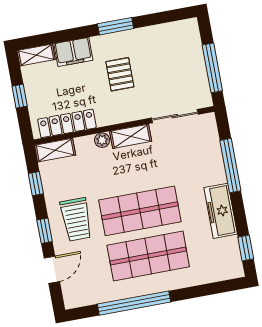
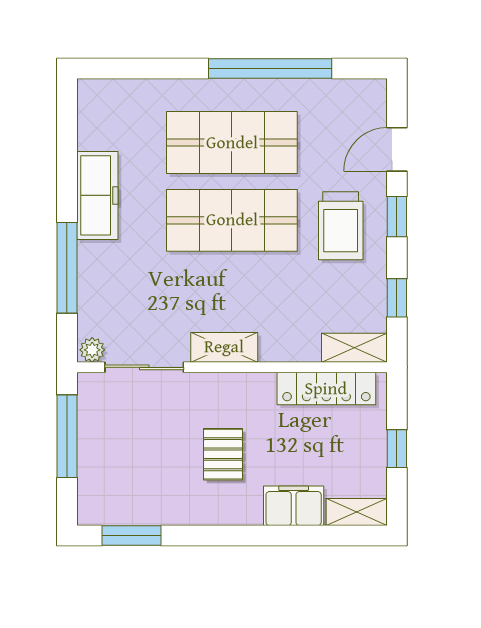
window: (116, 26) -> (131, 536), moved
plant: (102, 140) -> (92, 350), moved
trolley: (76, 219) -> (341, 226), turned 180
window: (246, 248) -> (67, 126), removed

